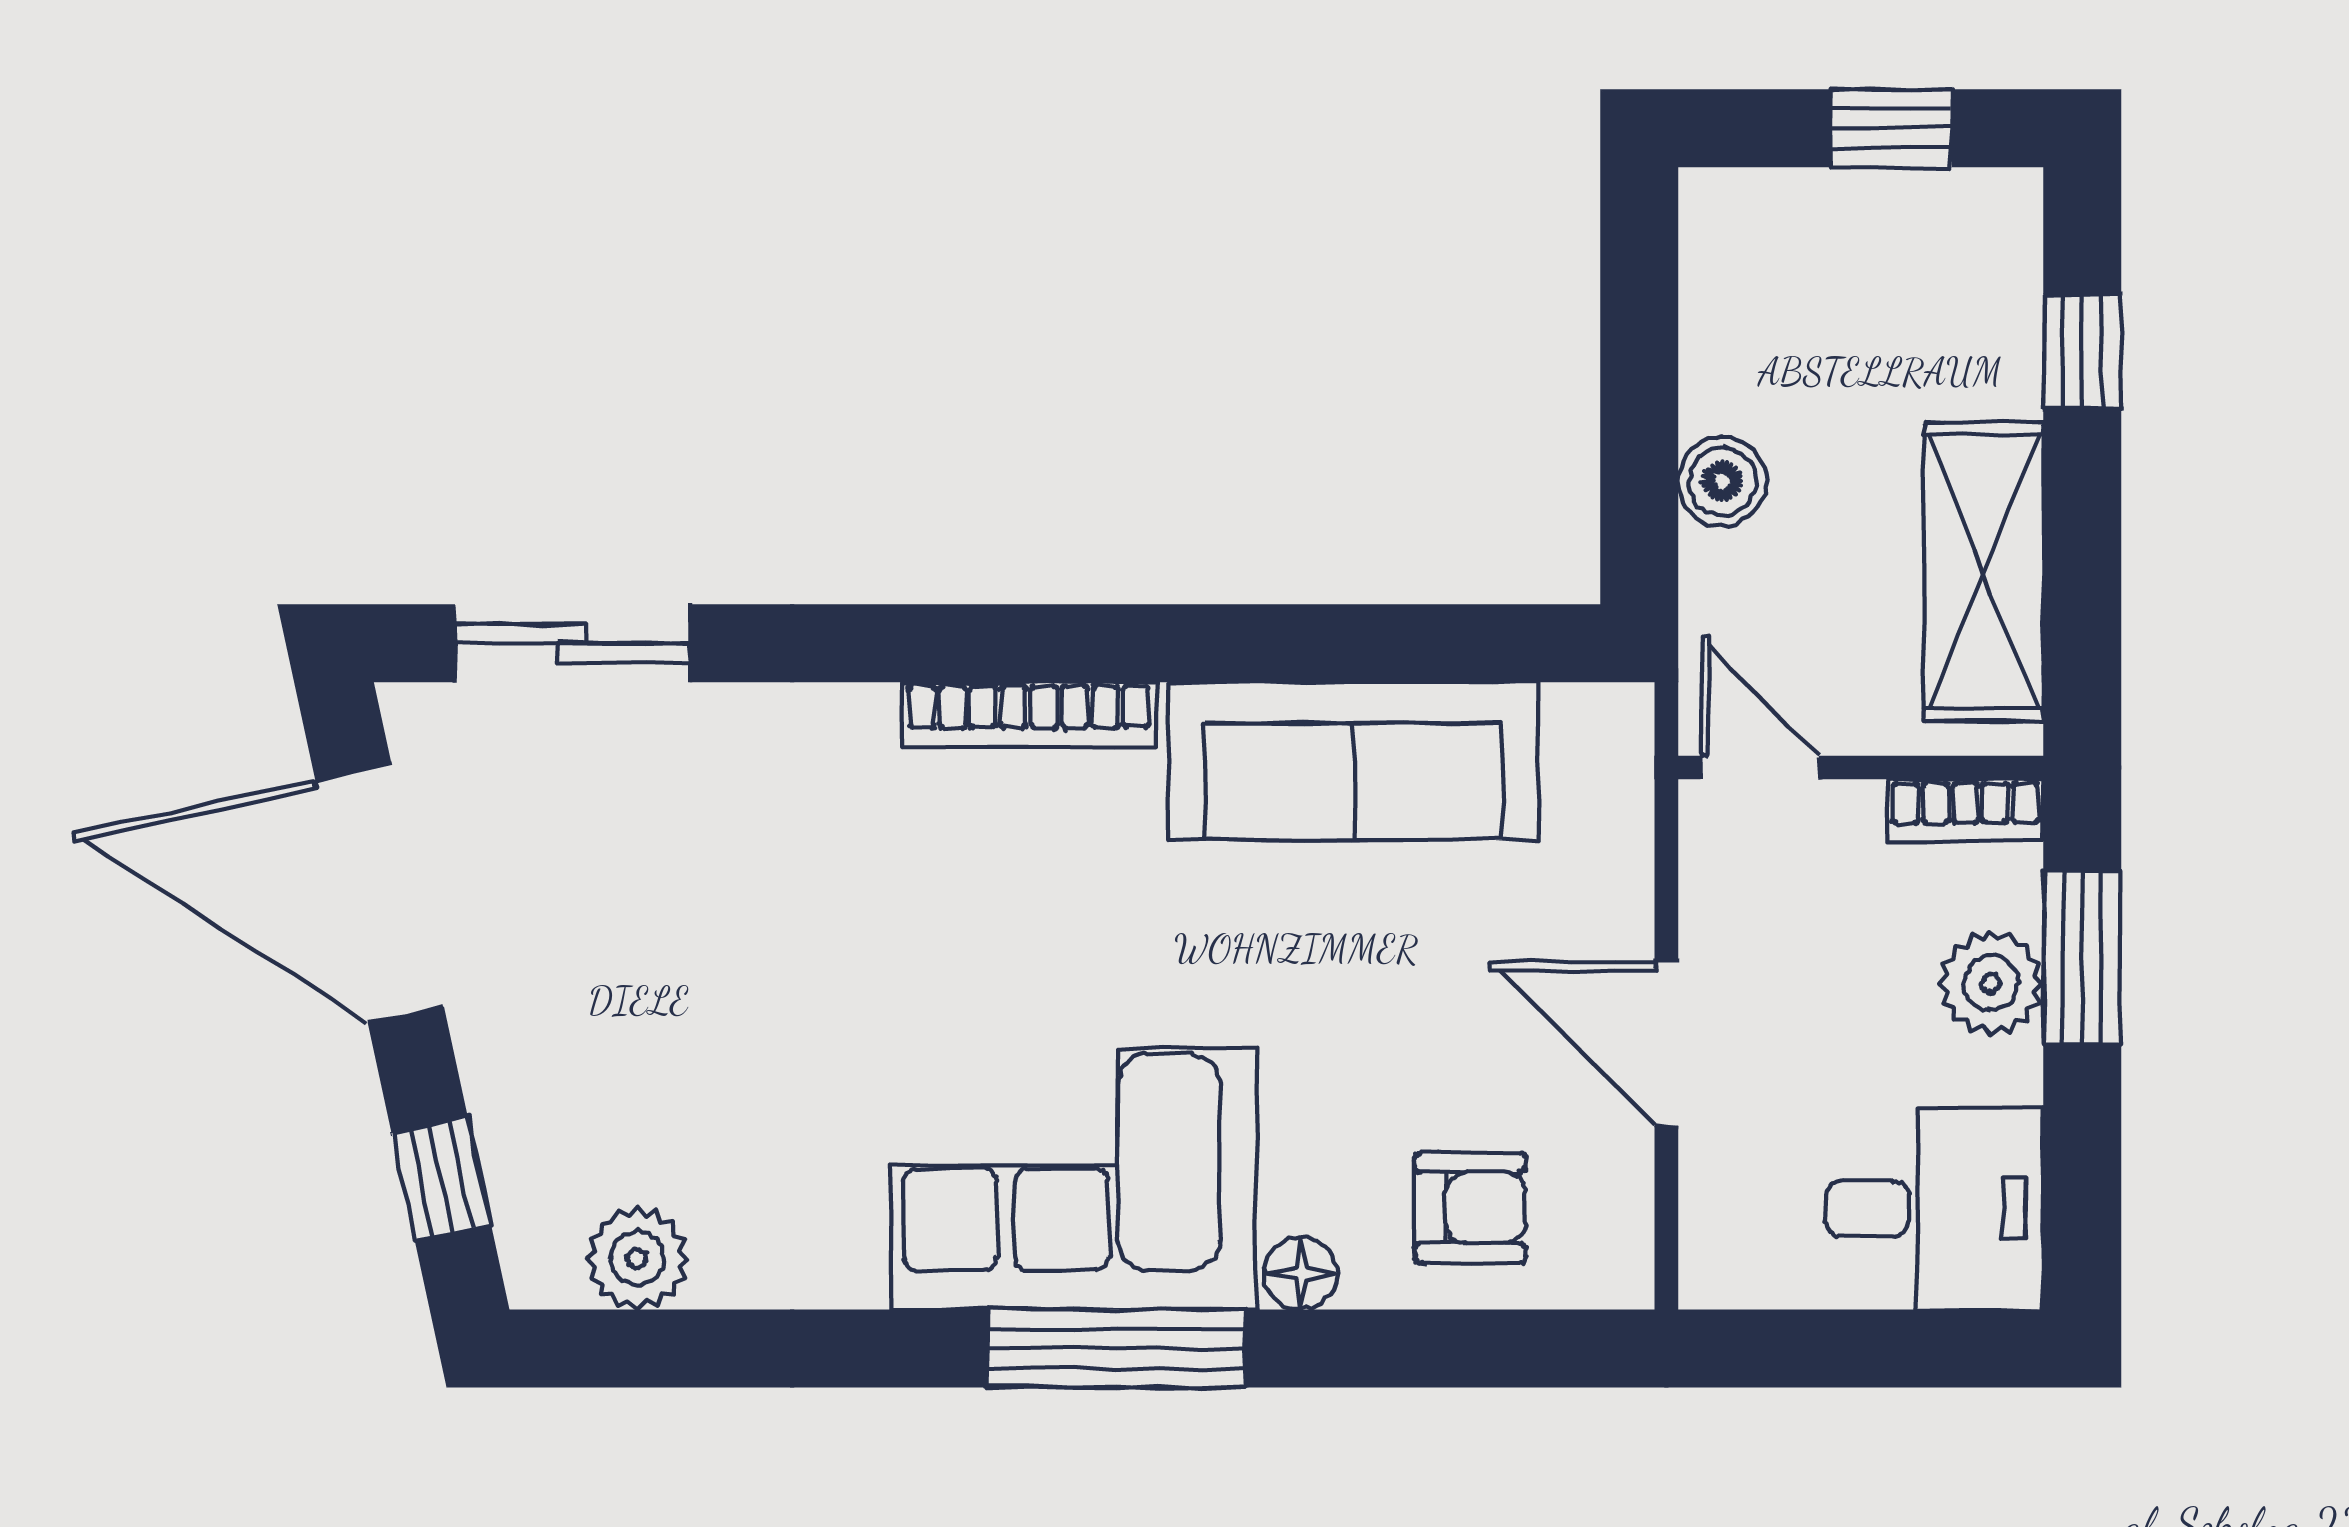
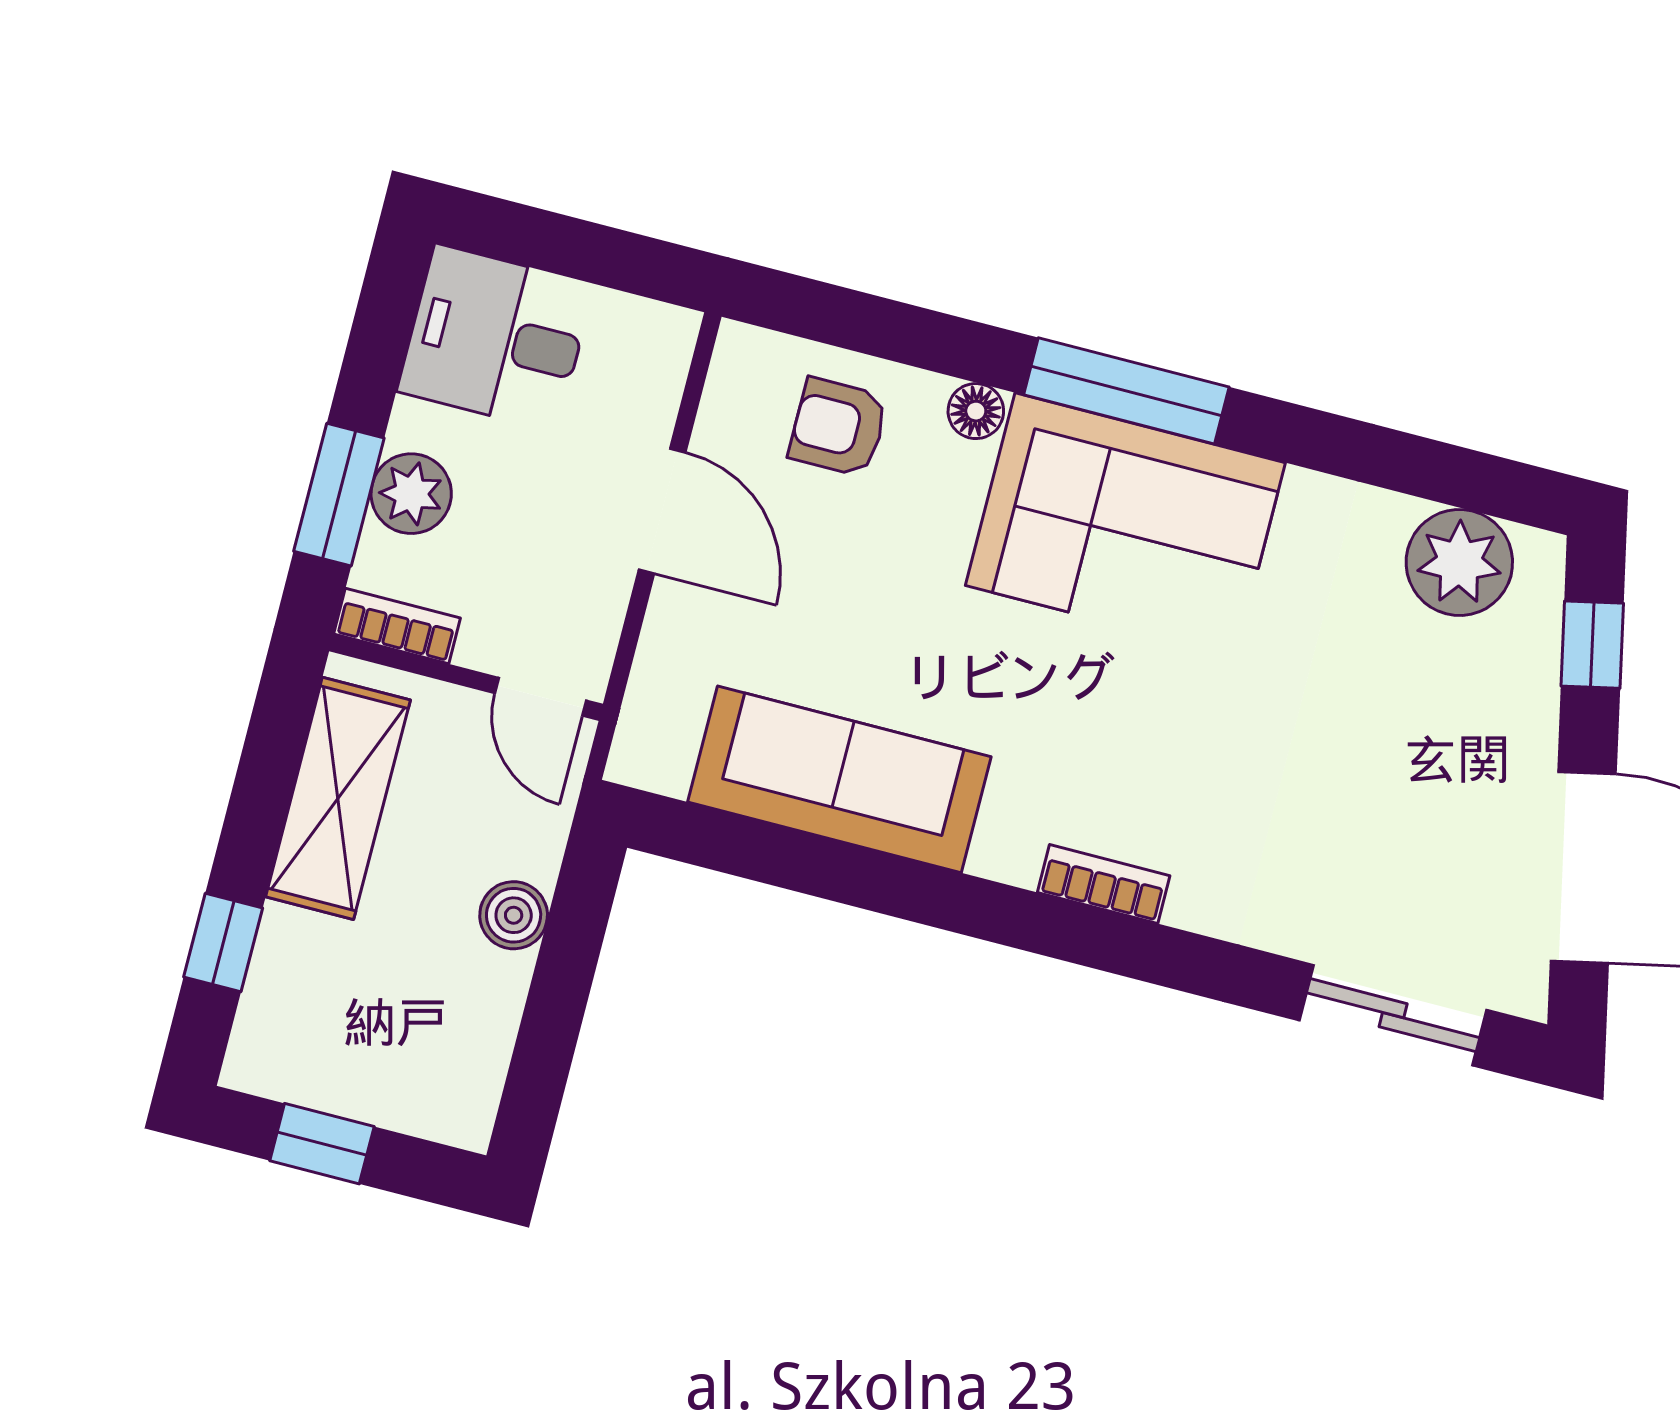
bookcase: (1029, 715) -> (1104, 884), width x0.64
plant: (637, 1258) -> (1459, 562), width x1.36, depth x1.36

